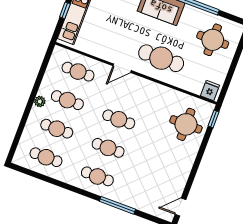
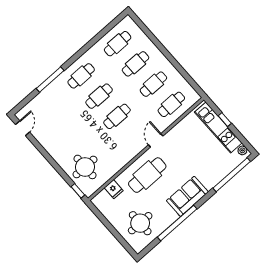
fridge: (210, 91) -> (114, 189), moved
plant: (40, 102) -> (164, 62), removed

